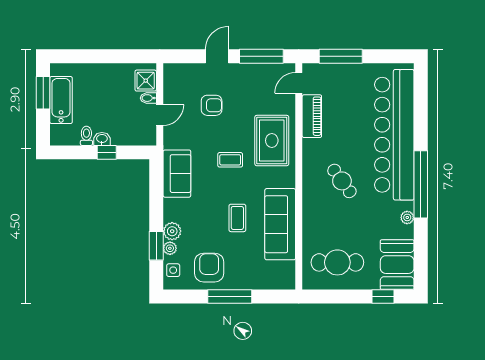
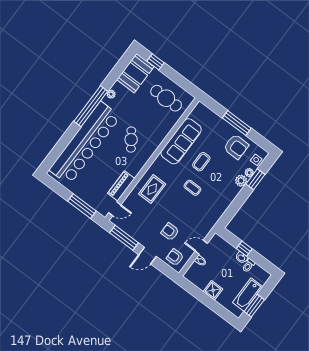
armchair: (182, 79) -> (175, 257), added
shower: (146, 81) -> (213, 290), moved
rug: (272, 141) -> (152, 189), width x0.73, depth x0.70
coffee table: (230, 160) -> (192, 188), moved
sofa: (177, 174) -> (216, 209), removed
armchair: (209, 268) -> (236, 147), turned -90

